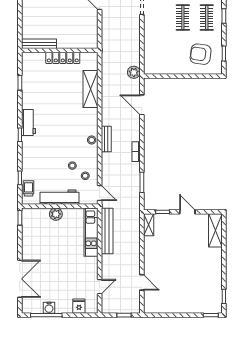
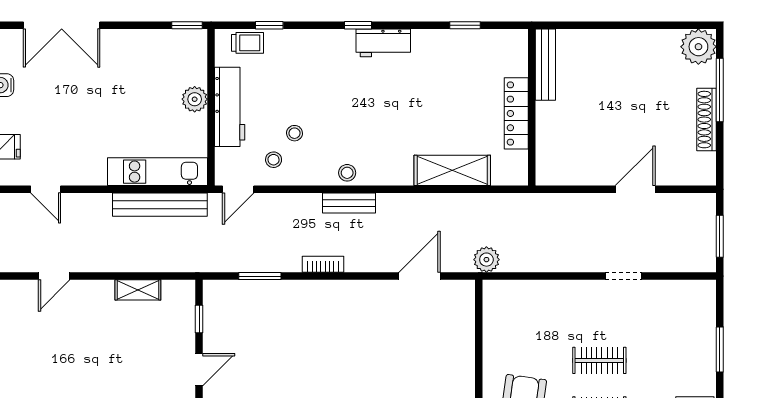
shelving: (149, 225) -> (138, 290), moved

